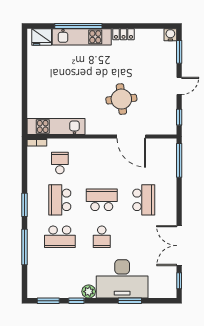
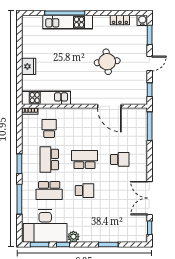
locker: (123, 34) -> (120, 20), moved
fridge: (42, 37) -> (29, 66), moved, turned -90
round table: (121, 99) -> (107, 62), moved
school desk: (144, 200) -> (120, 159), width x0.54
school desk: (102, 237) -> (84, 191), turned -90
desk: (122, 279) -> (45, 226), moved

